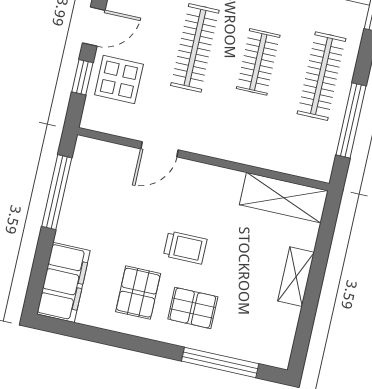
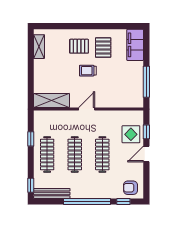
clothes rail: (258, 62) -> (75, 154), width x1.36
window: (351, 120) -> (31, 139), width x0.46
door: (160, 149) -> (87, 109), moved
shelving: (296, 277) -> (39, 47), moved
window: (220, 362) -> (63, 26), removed

